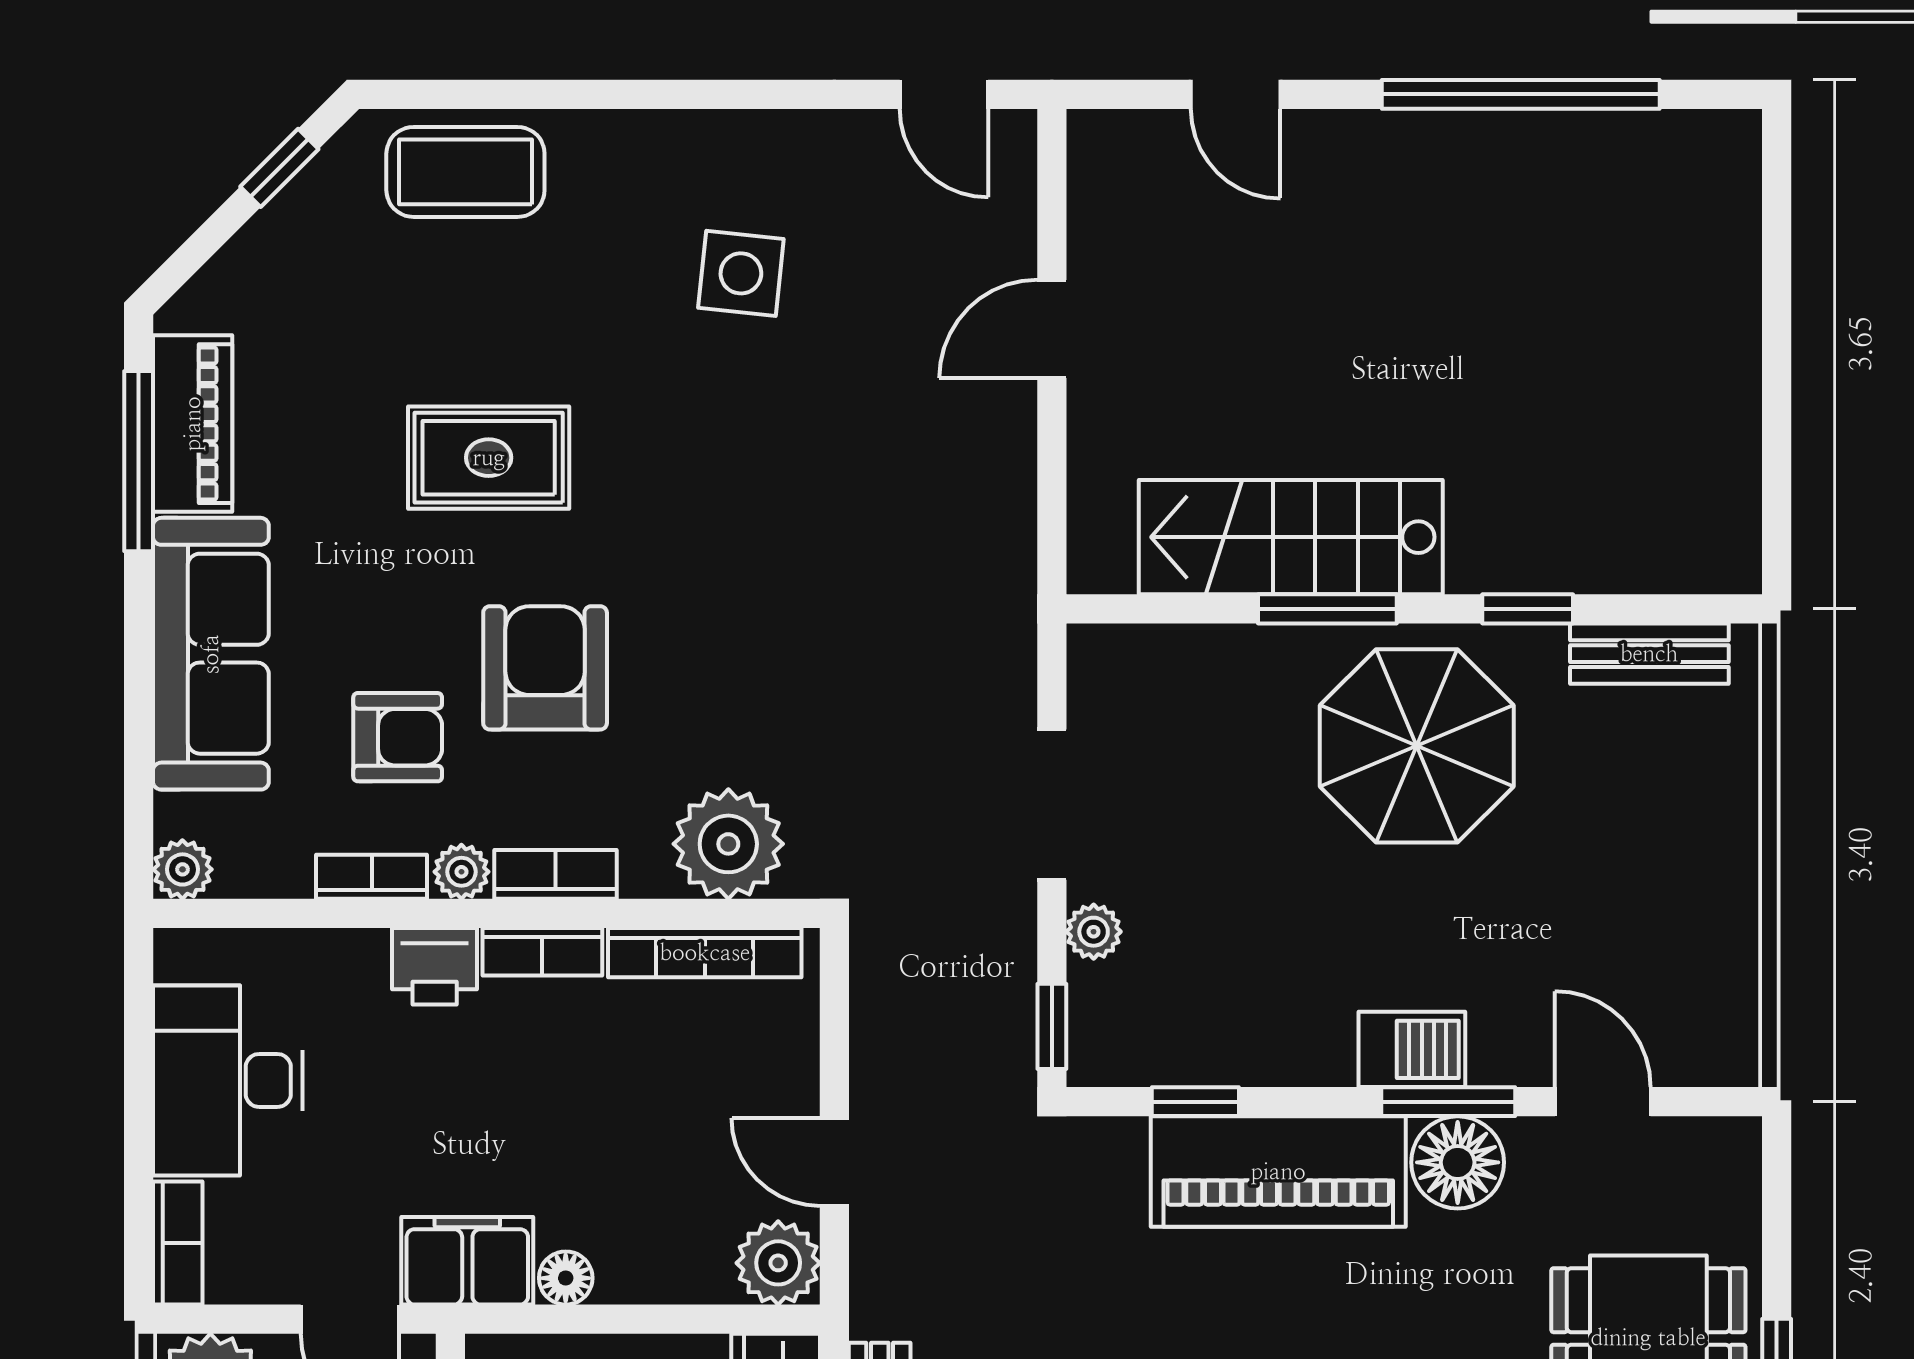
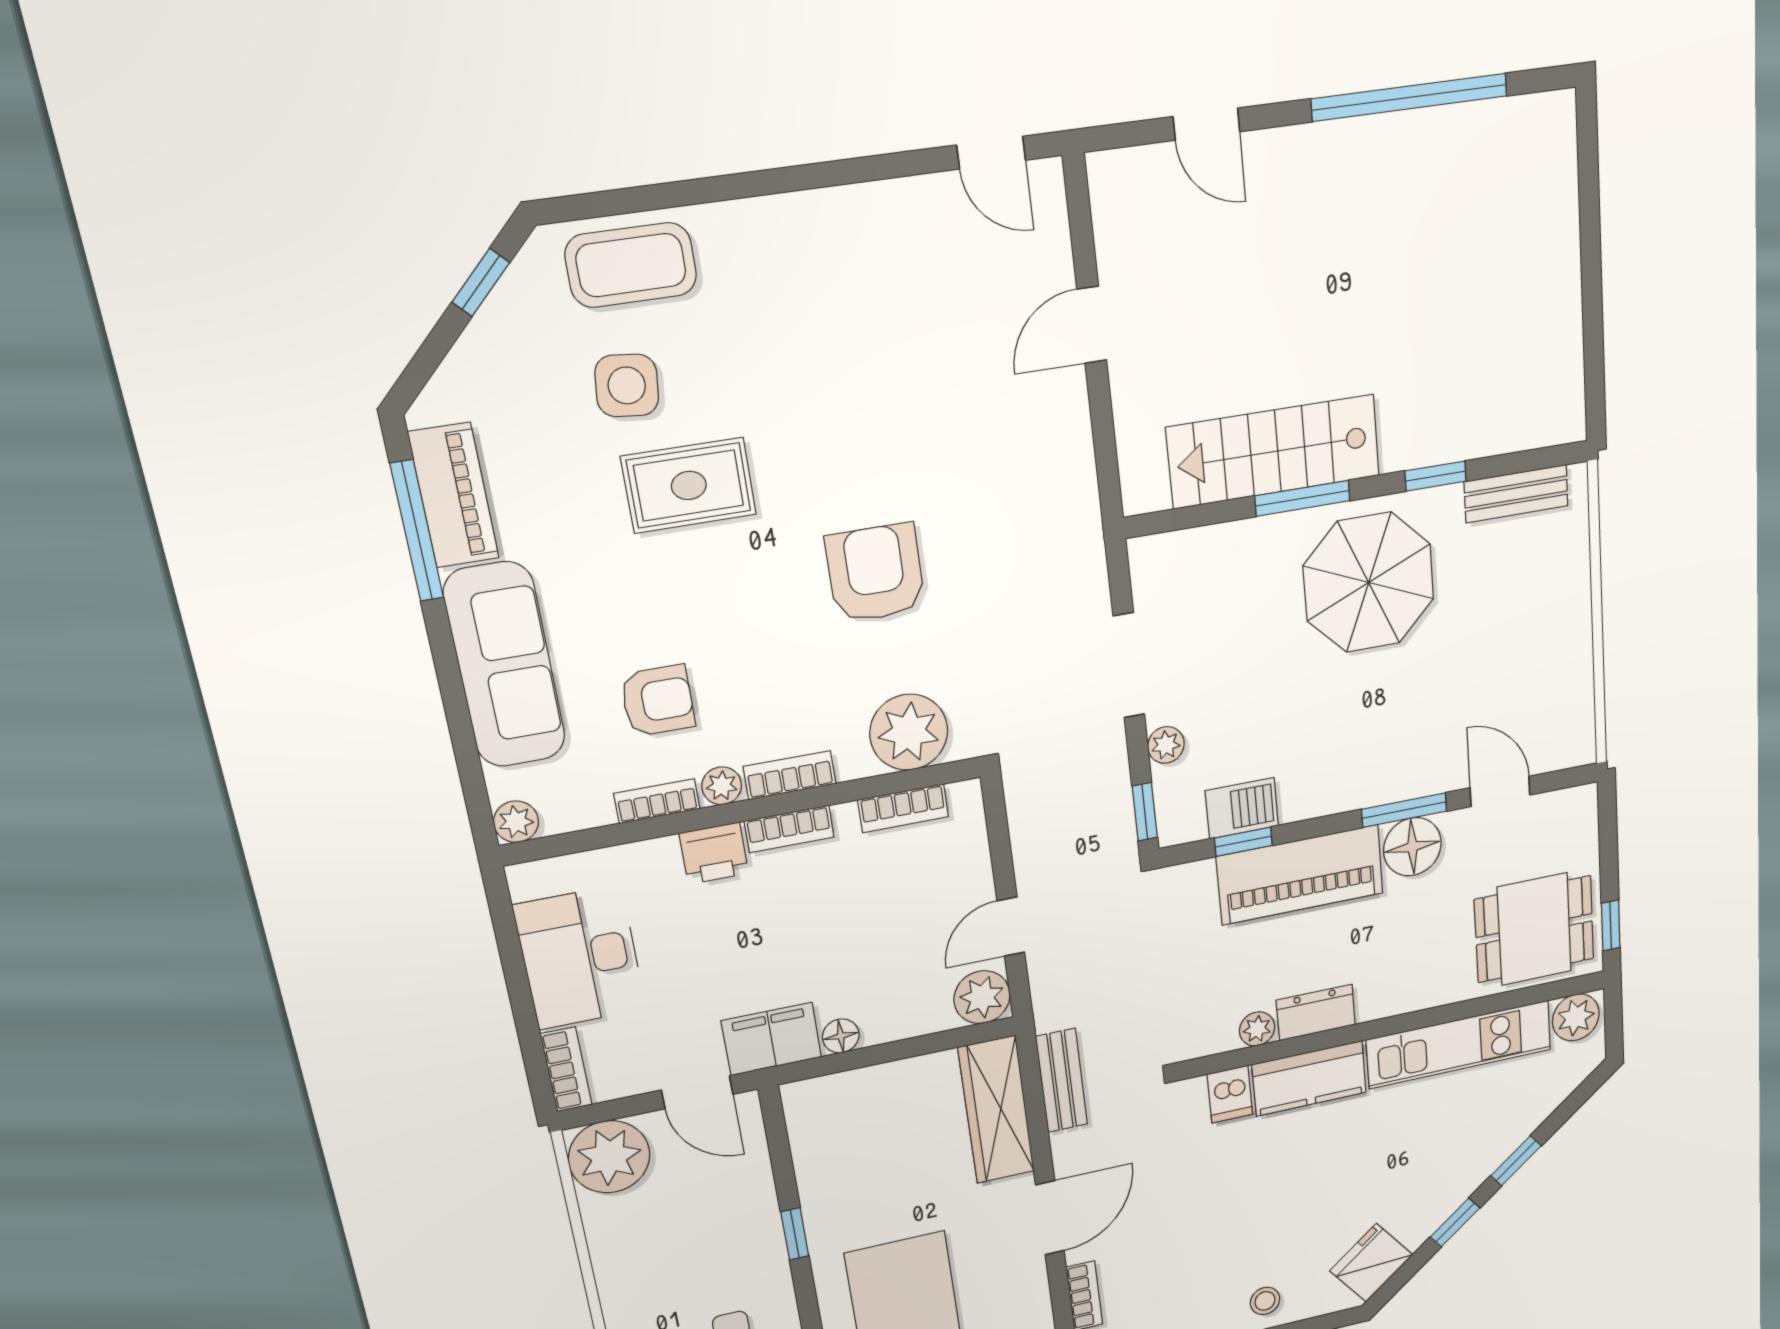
side table: (741, 273) -> (627, 385), moved
armchair: (545, 668) -> (875, 573), moved
bookcase: (705, 953) -> (903, 808), width x0.64
barbecue: (1412, 1049) -> (1242, 808), moved
door: (834, 1162) -> (1011, 927), hinge flipped

